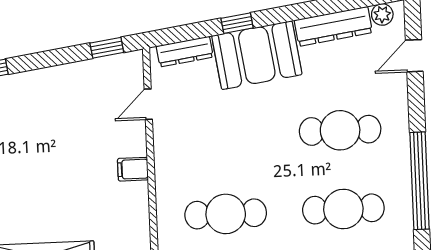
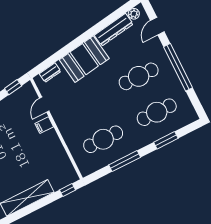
window: (237, 23) -> (68, 48), removed
dresser: (185, 52) -> (50, 73), width x0.70
filing cabinet: (133, 169) -> (44, 125), moved
window: (419, 181) -> (178, 67), moved

